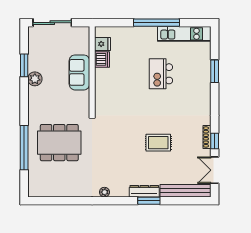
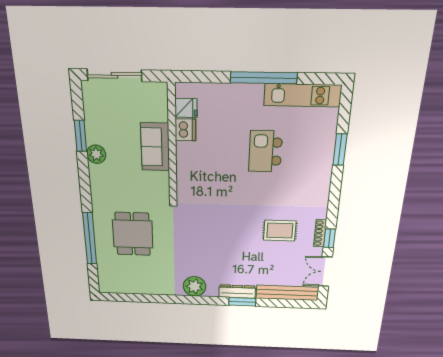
dining table: (59, 143) -> (133, 234), width x0.73
rug: (158, 143) -> (280, 231), moved
plant: (104, 192) -> (195, 286), width x1.88, depth x1.88

